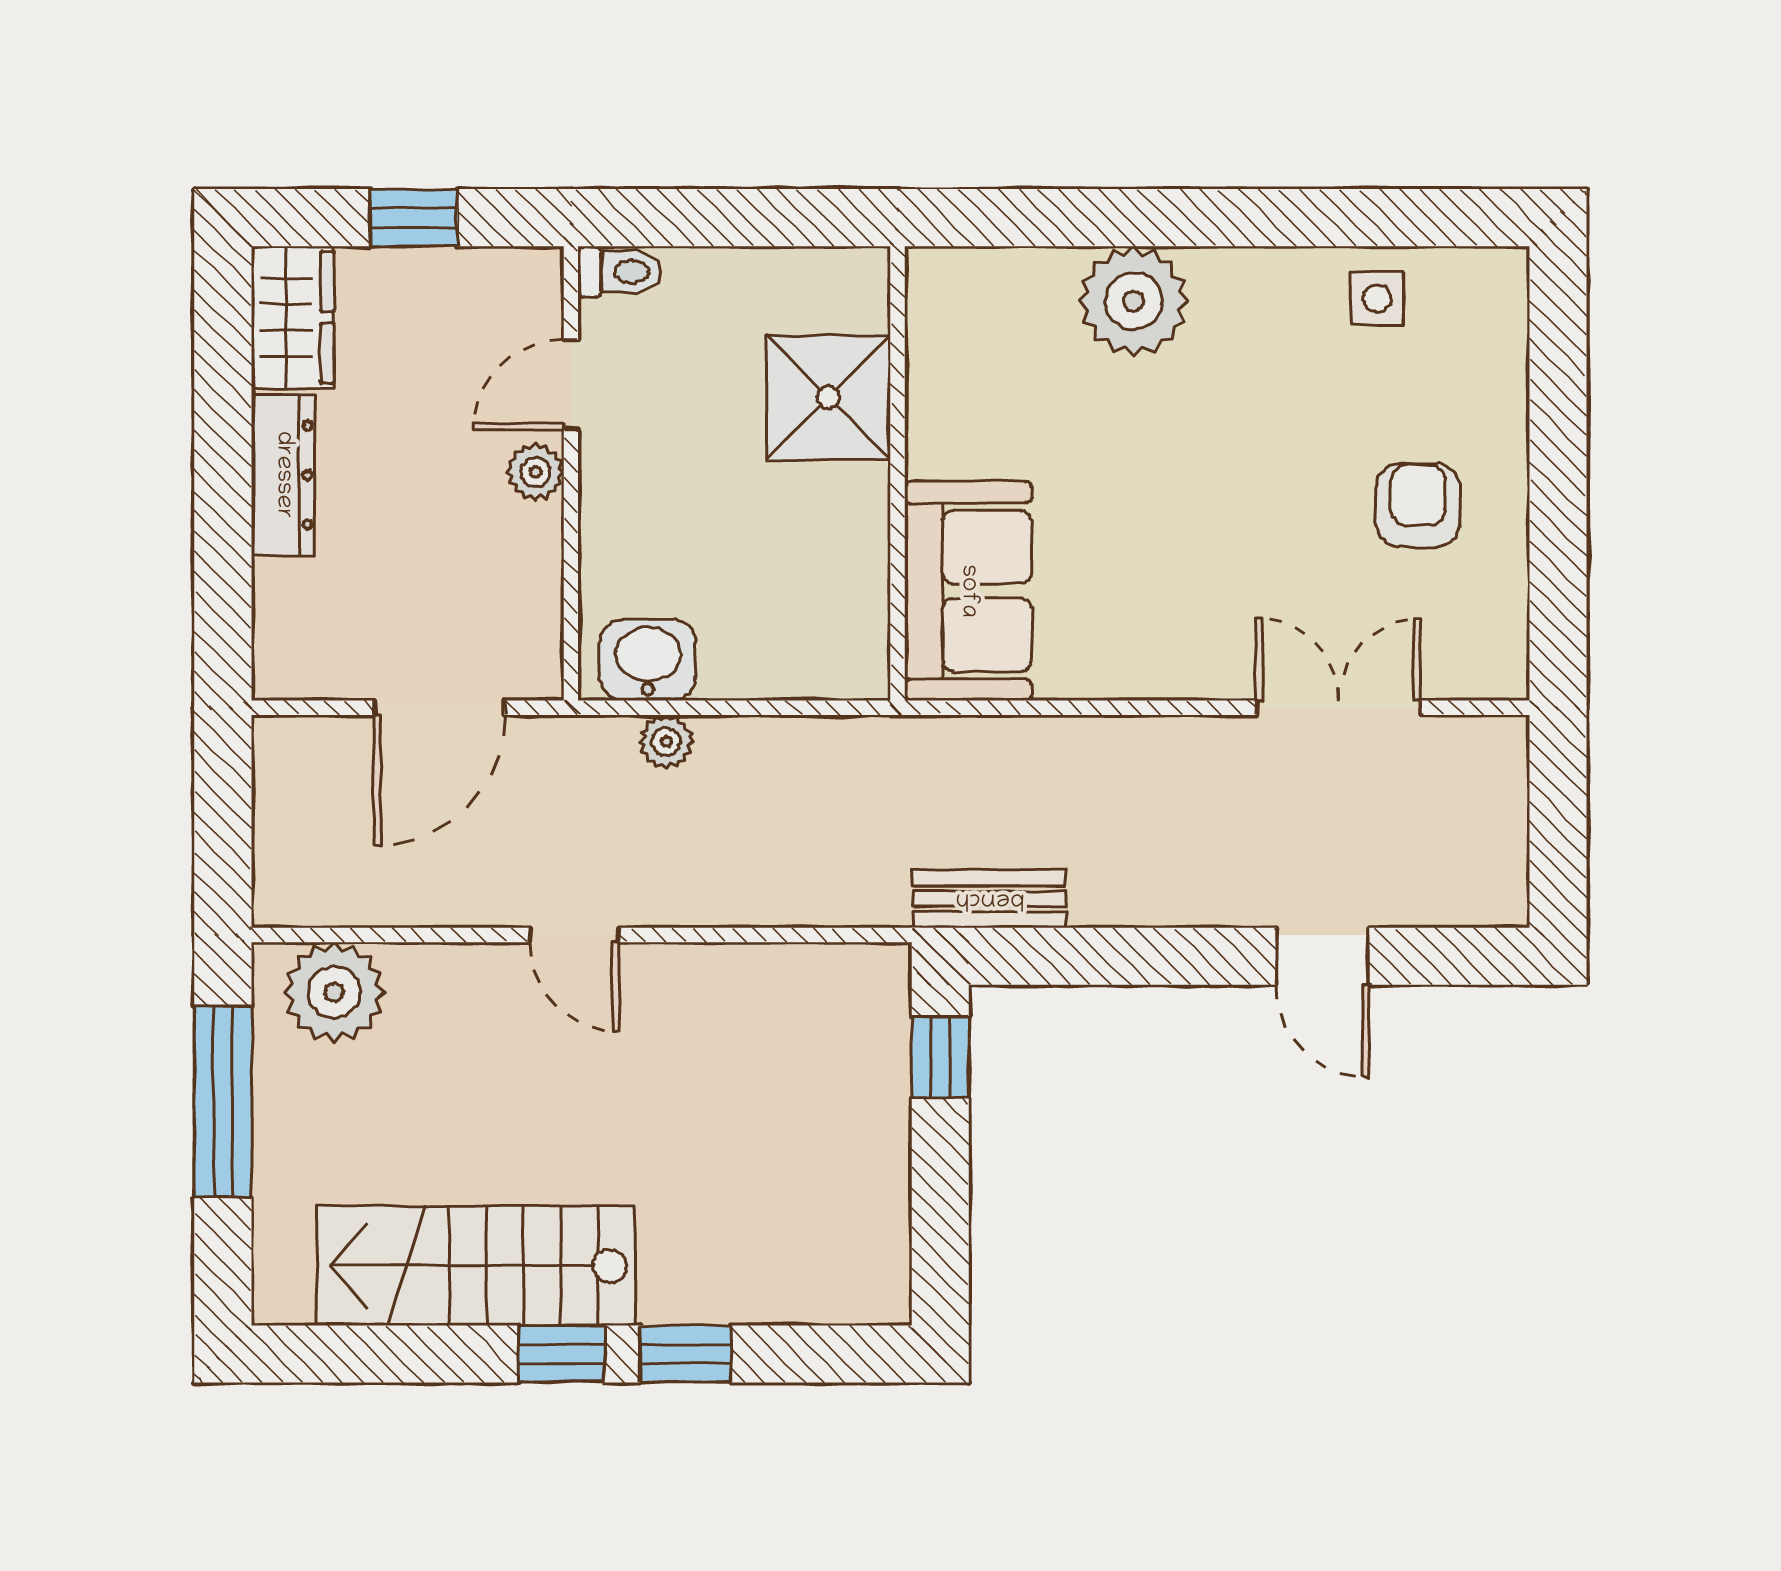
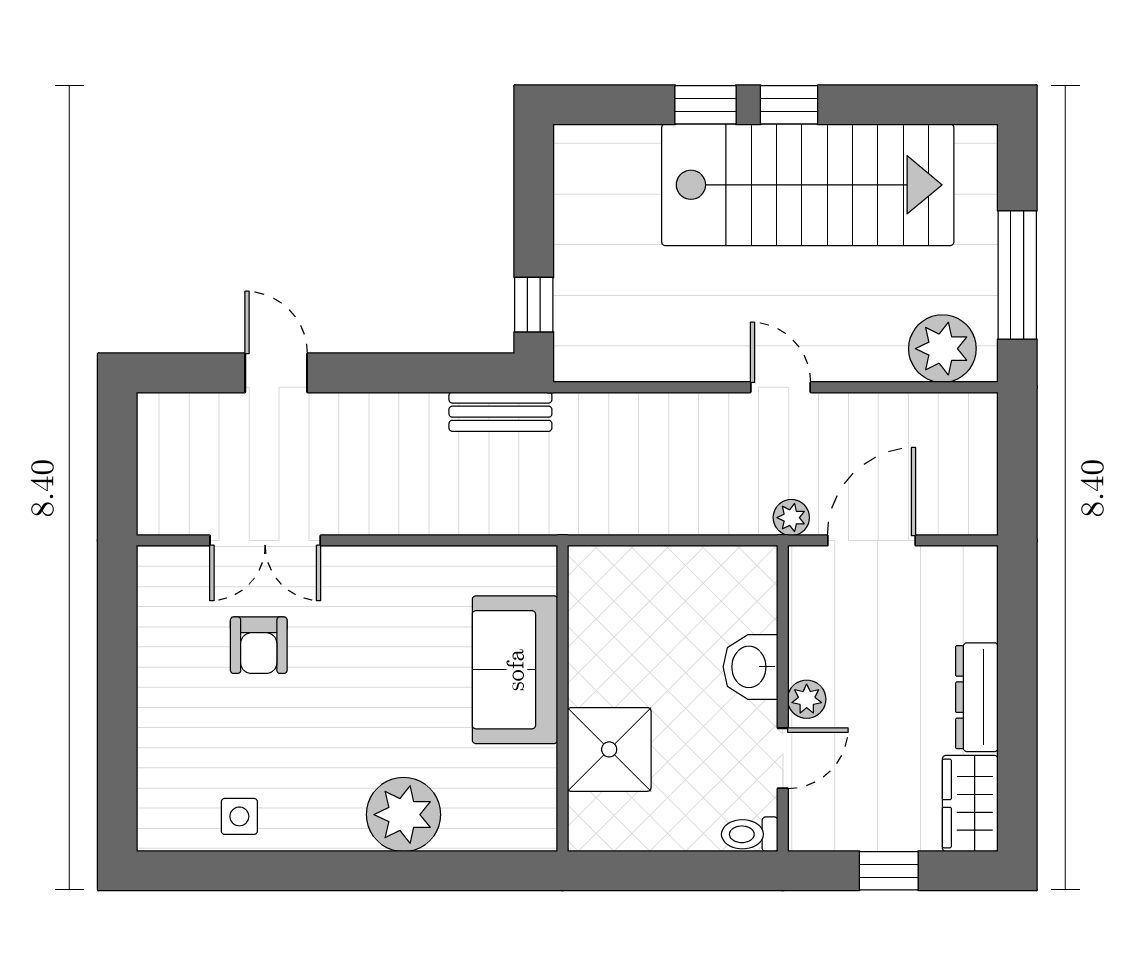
armchair: (1418, 505) -> (259, 645), moved
sofa: (968, 591) -> (515, 670), moved
washbasin: (648, 660) -> (751, 667), moved, turned 90
plant: (666, 742) -> (791, 518), moved
stairs: (476, 1266) -> (808, 185), width x1.36, depth x1.51

